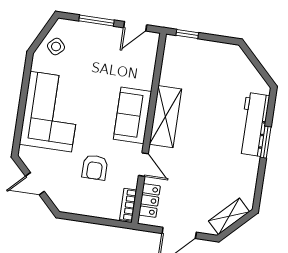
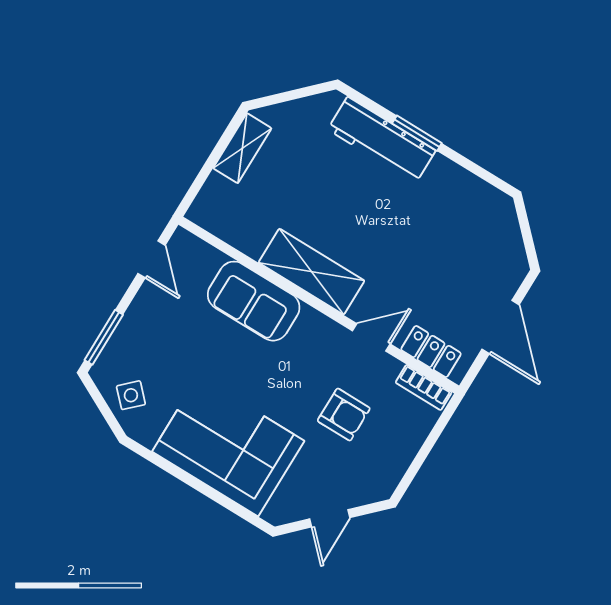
window: (97, 21) -> (104, 337), moved
window: (187, 34) -> (198, 184), removed
sofa: (132, 115) -> (254, 301), moved
shelving: (229, 216) -> (242, 148), moved, turned 45

